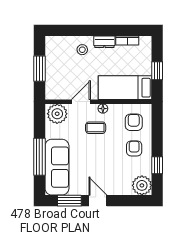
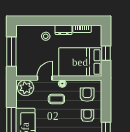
window: (39, 69) -> (11, 52), width x1.44
bed: (125, 88) -> (80, 62), width x1.50

